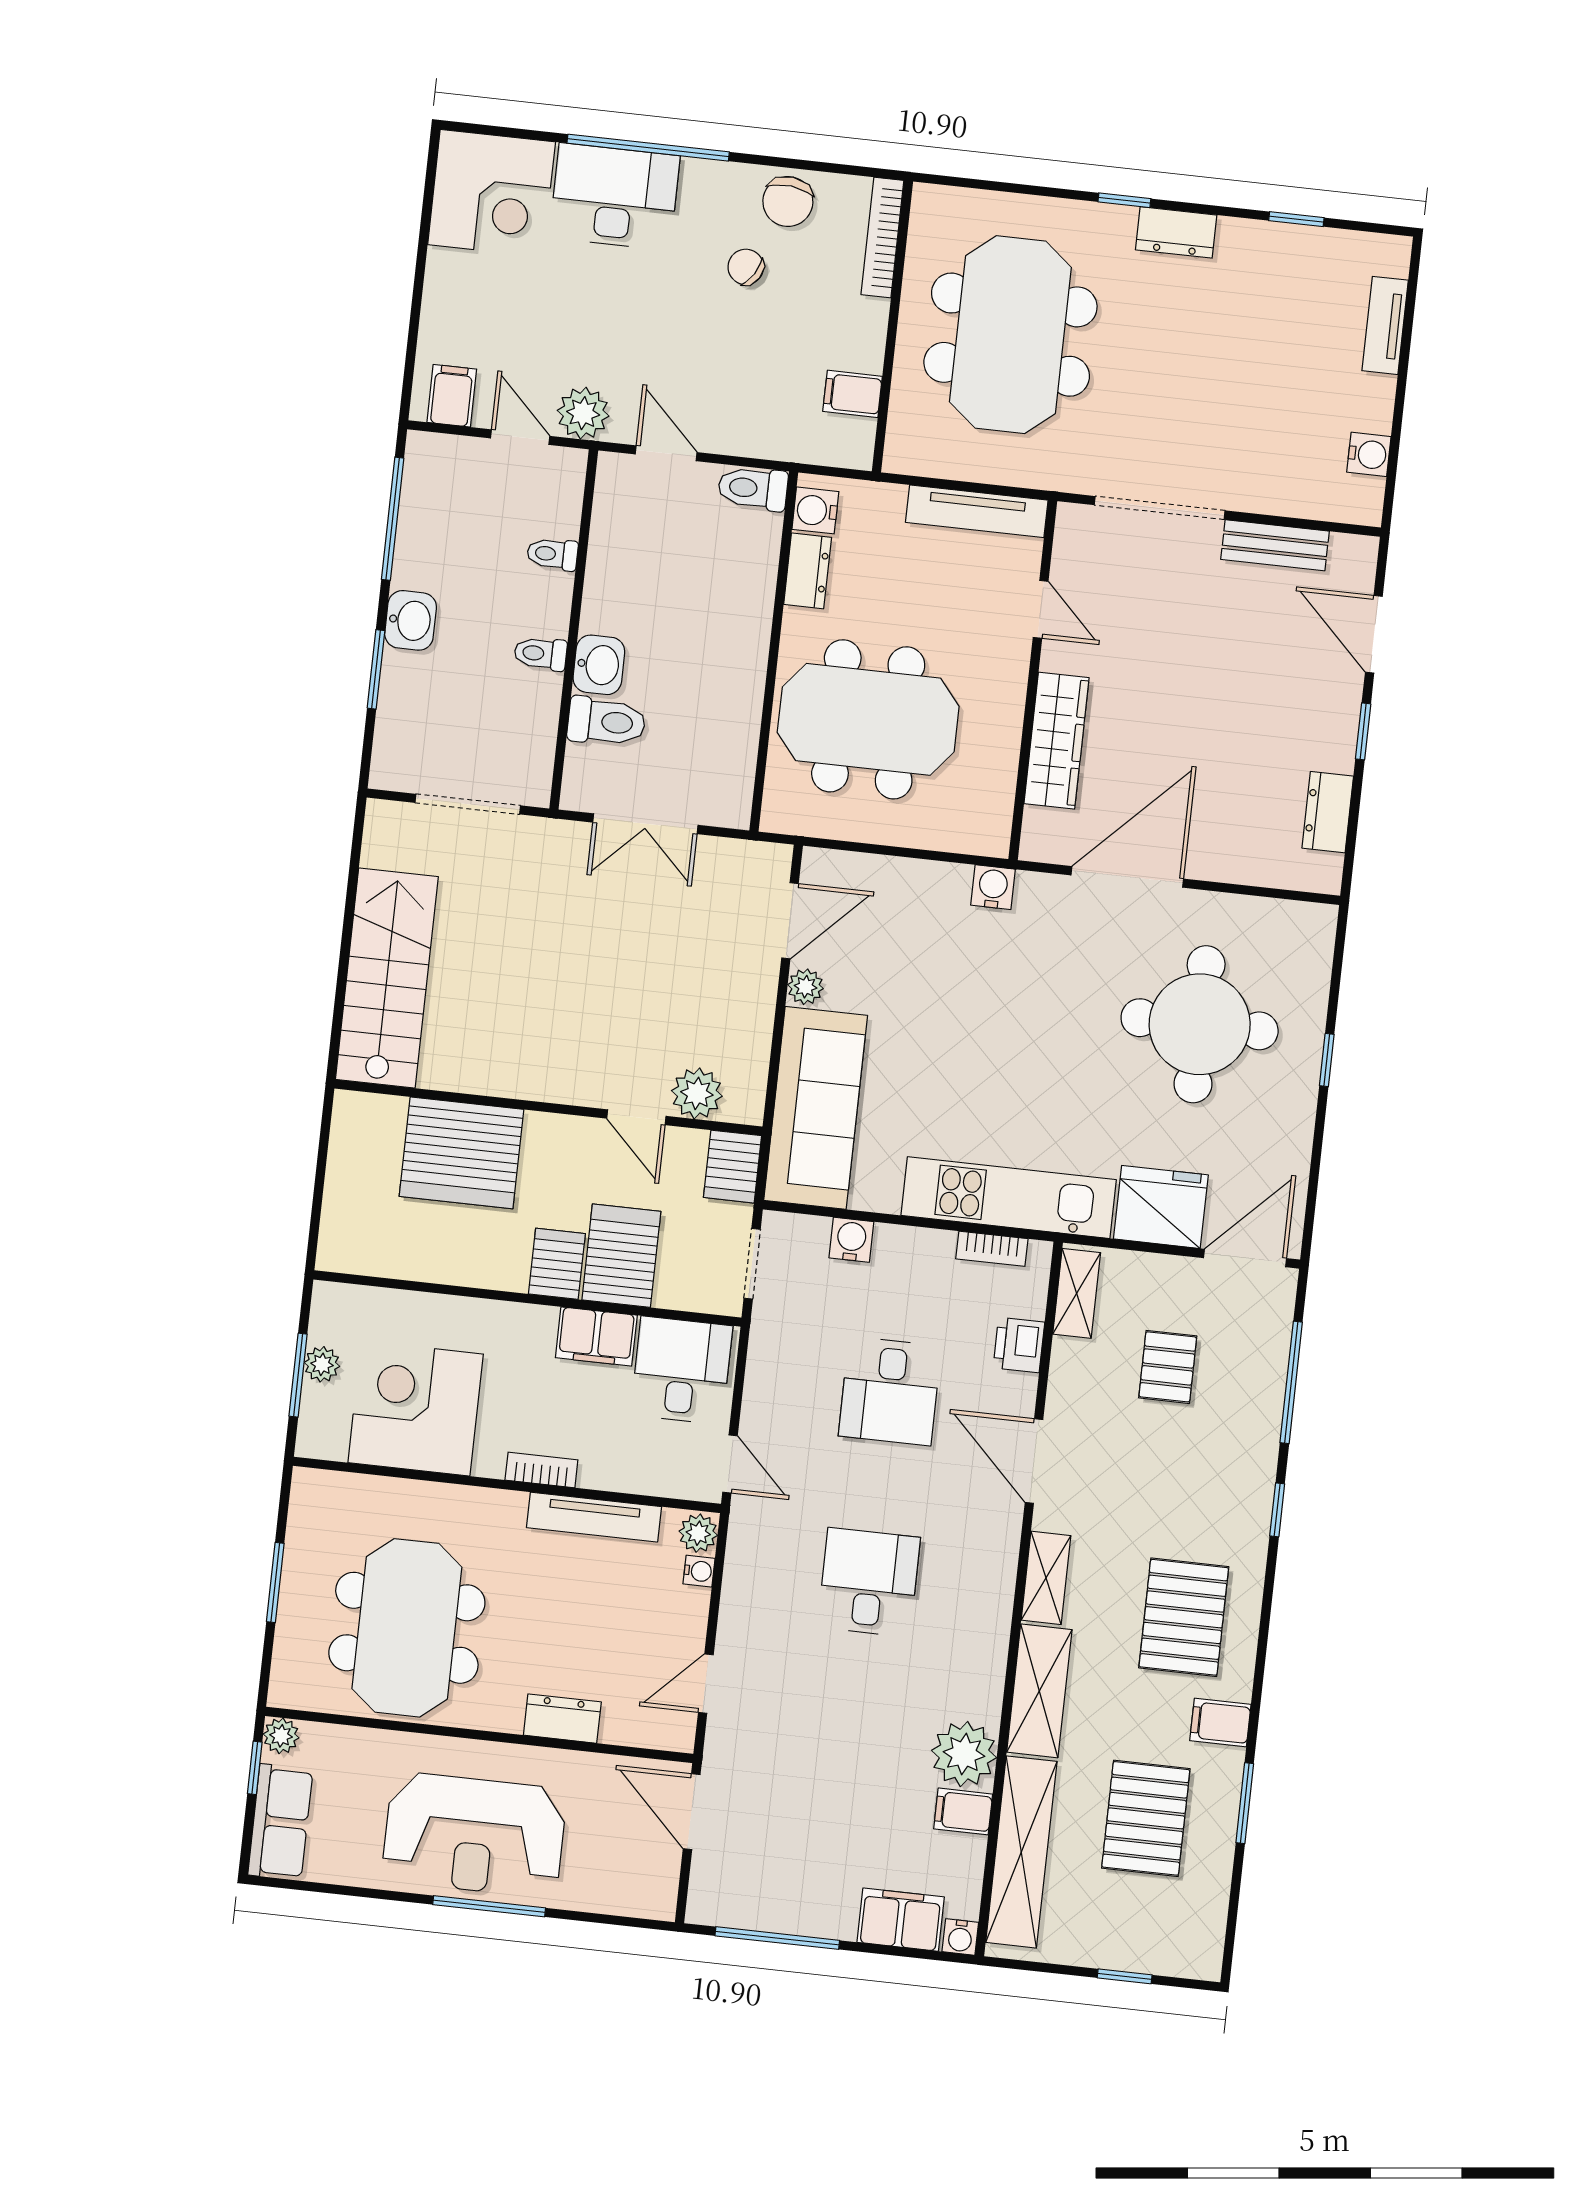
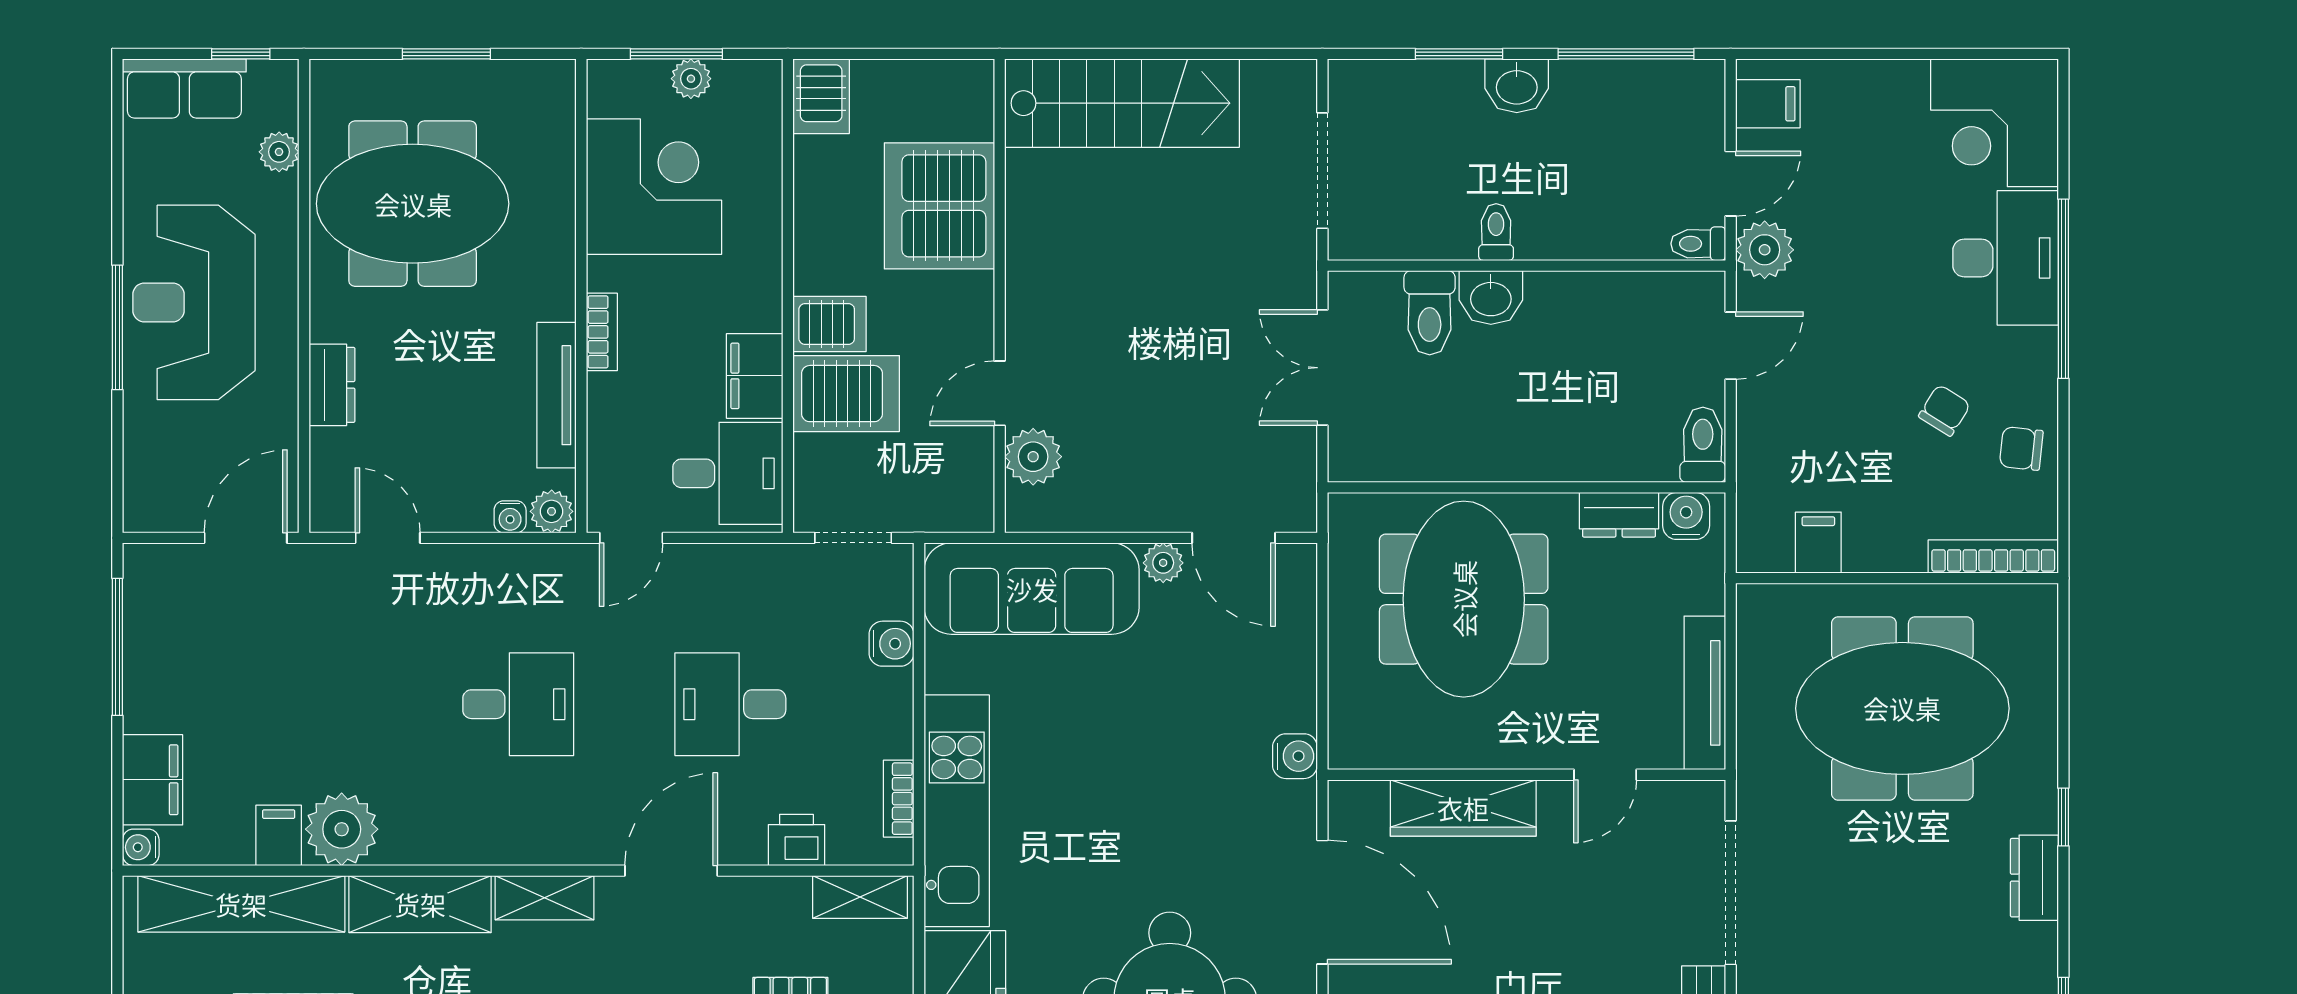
chair: (788, 202) -> (2021, 448), width x0.73, depth x0.73
toilet: (552, 554) -> (1698, 244), moved, turned -90
server rack: (733, 1167) -> (821, 96), moved, turned -90
plant: (281, 1736) -> (279, 152), moved

